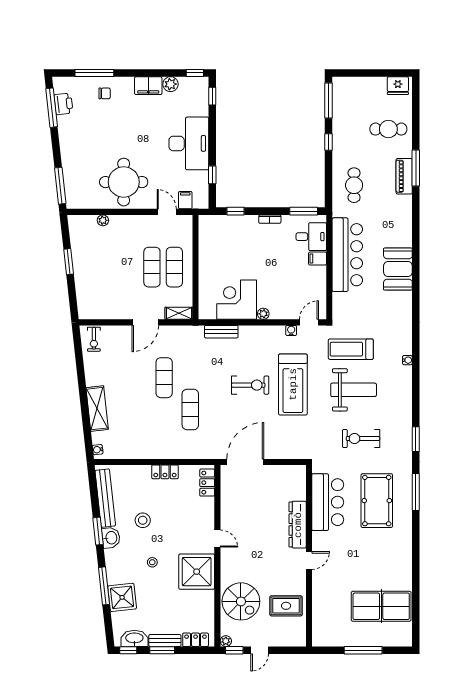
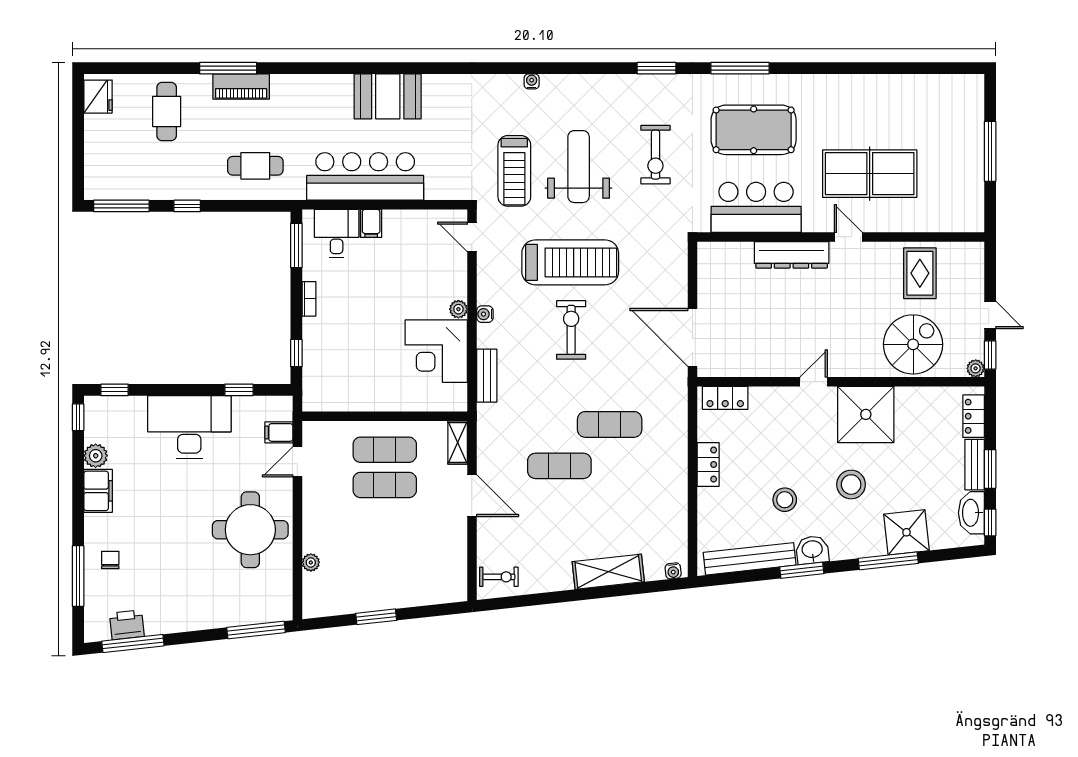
water cooler: (291, 330) -> (485, 314), moved
stool: (152, 562) -> (851, 485), width x1.89, depth x1.89
table tennis table: (381, 606) -> (870, 174), moved, turned 90

